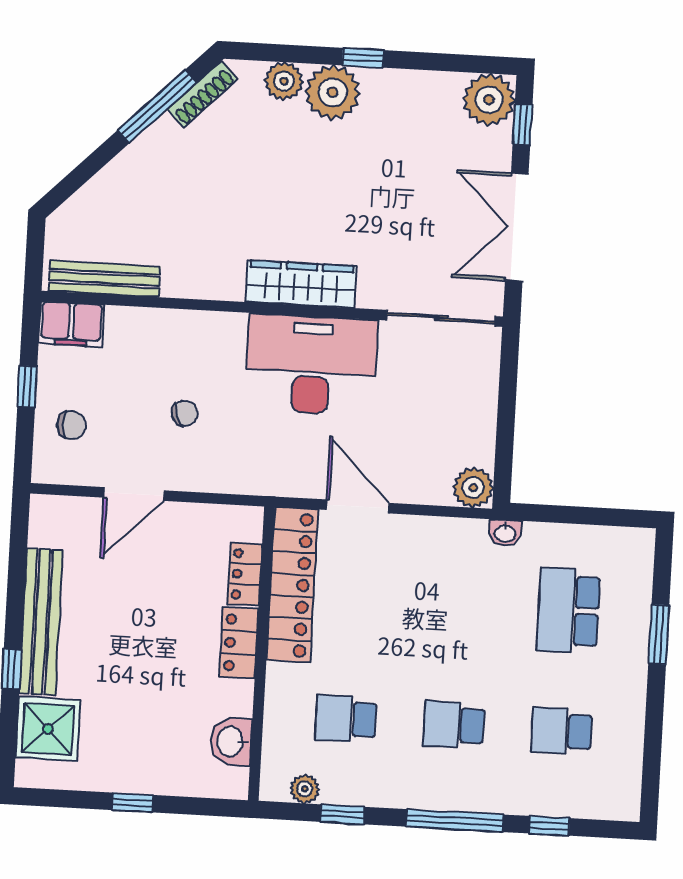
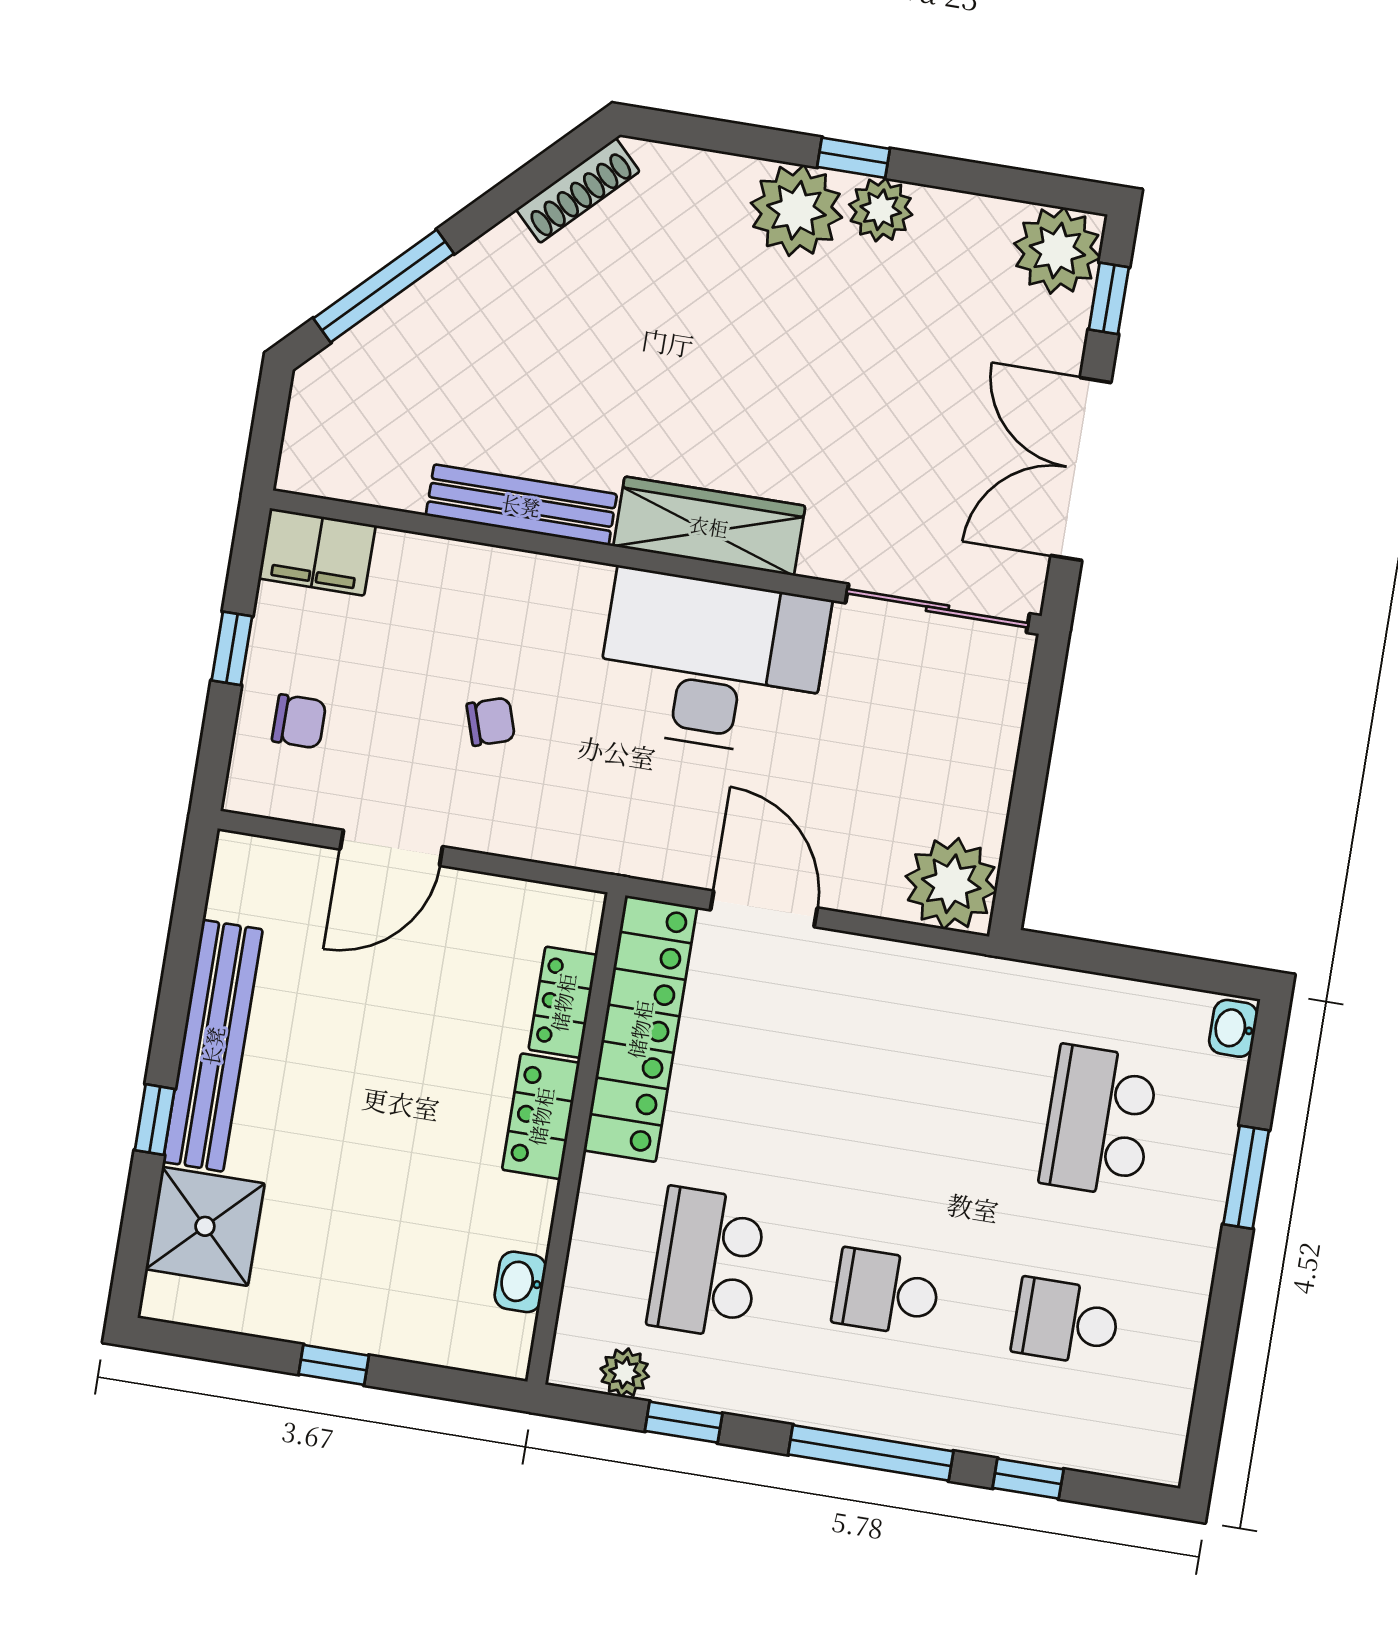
plant: (284, 81) -> (881, 210), moved
window: (157, 107) -> (384, 286), moved
bench: (105, 279) -> (521, 505), moved
plant: (473, 488) -> (951, 884), width x1.36, depth x1.36
washbasin: (505, 533) -> (1233, 1028), moved, turned 90
school desk: (346, 719) -> (707, 1263), width x1.85
washbasin: (231, 741) -> (520, 1282), width x0.72, depth x0.69

